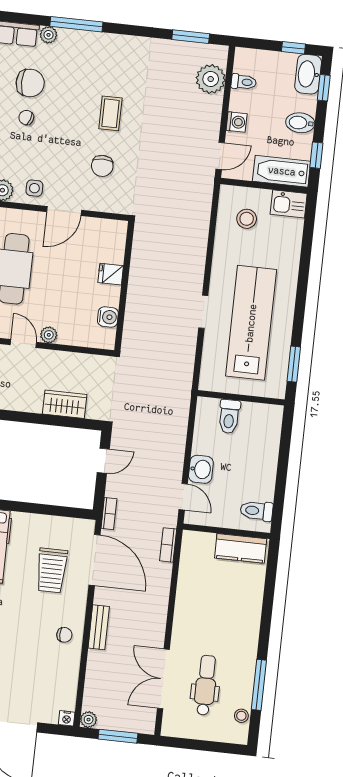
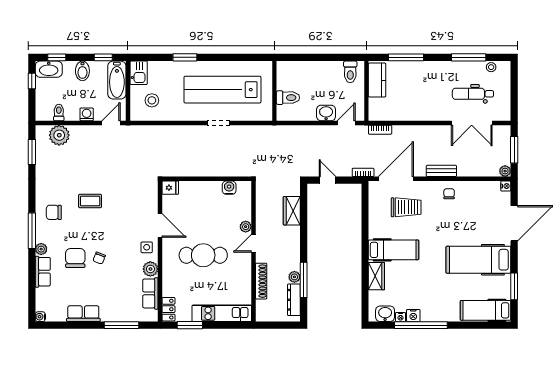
door: (220, 156) -> (111, 123), hinge flipped
chair: (102, 166) -> (54, 212), moved, turned 180
fridge: (111, 274) -> (170, 188), moved, turned -90
window: (294, 364) -> (185, 57), moved
window: (269, 594) -> (406, 57), added

